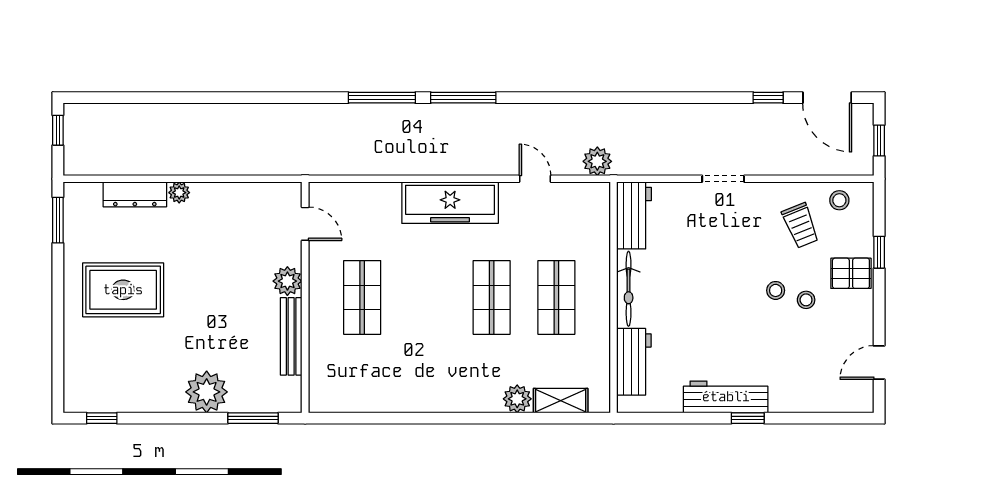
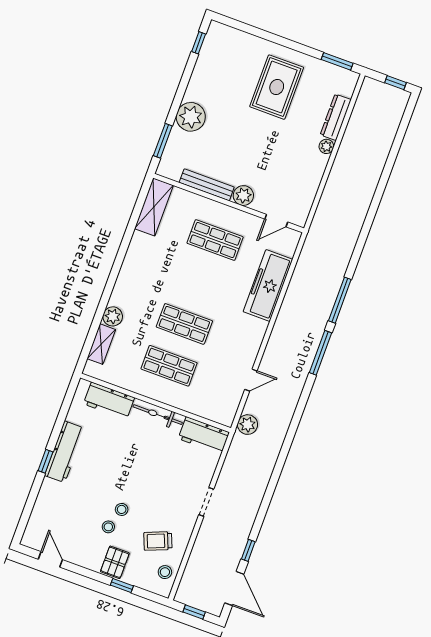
door: (827, 98) -> (234, 588), swing flipped
freezer: (450, 203) -> (268, 285), moved
shelving: (348, 397) -> (154, 207), added

